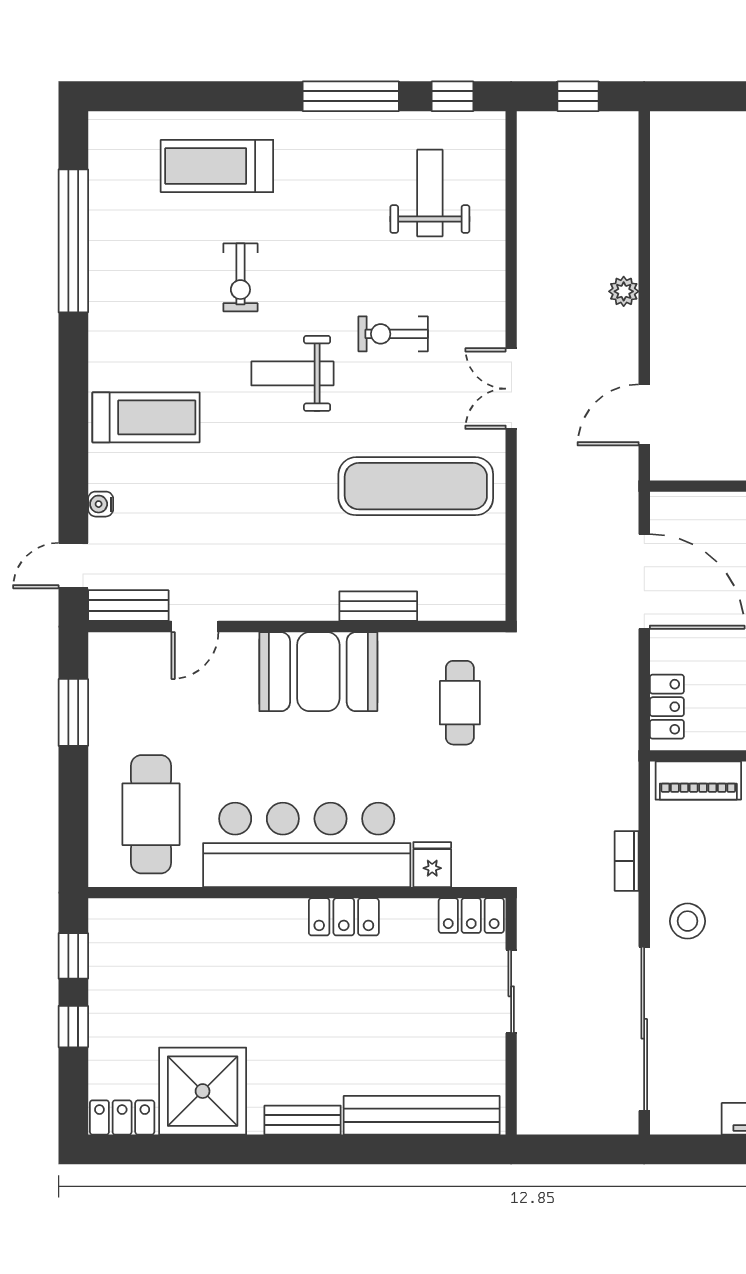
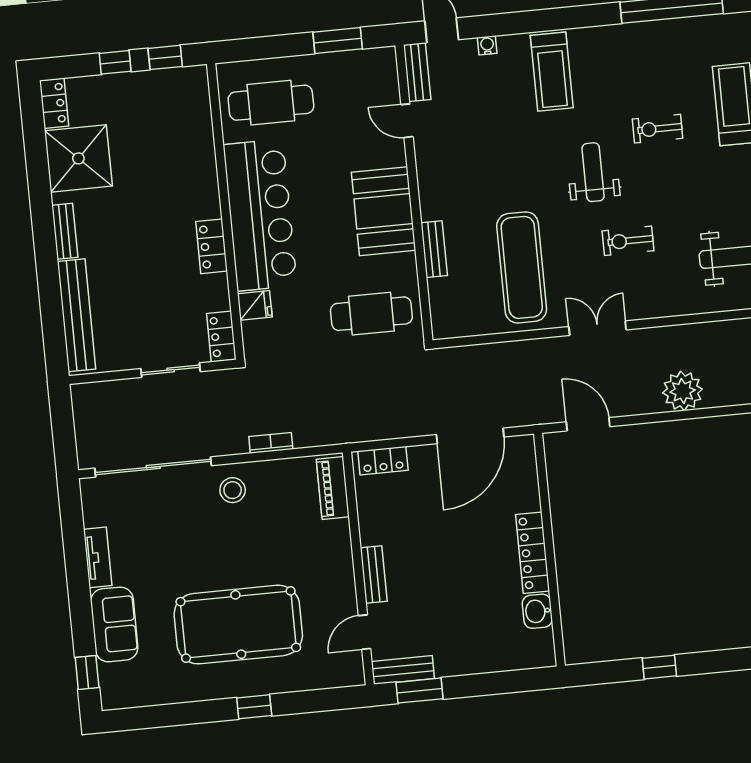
plant: (624, 291) -> (683, 391), width x1.87, depth x1.87
exercise bike: (393, 334) -> (628, 241), turned -90
cafe table: (460, 703) -> (371, 314), width x1.37, depth x1.35

